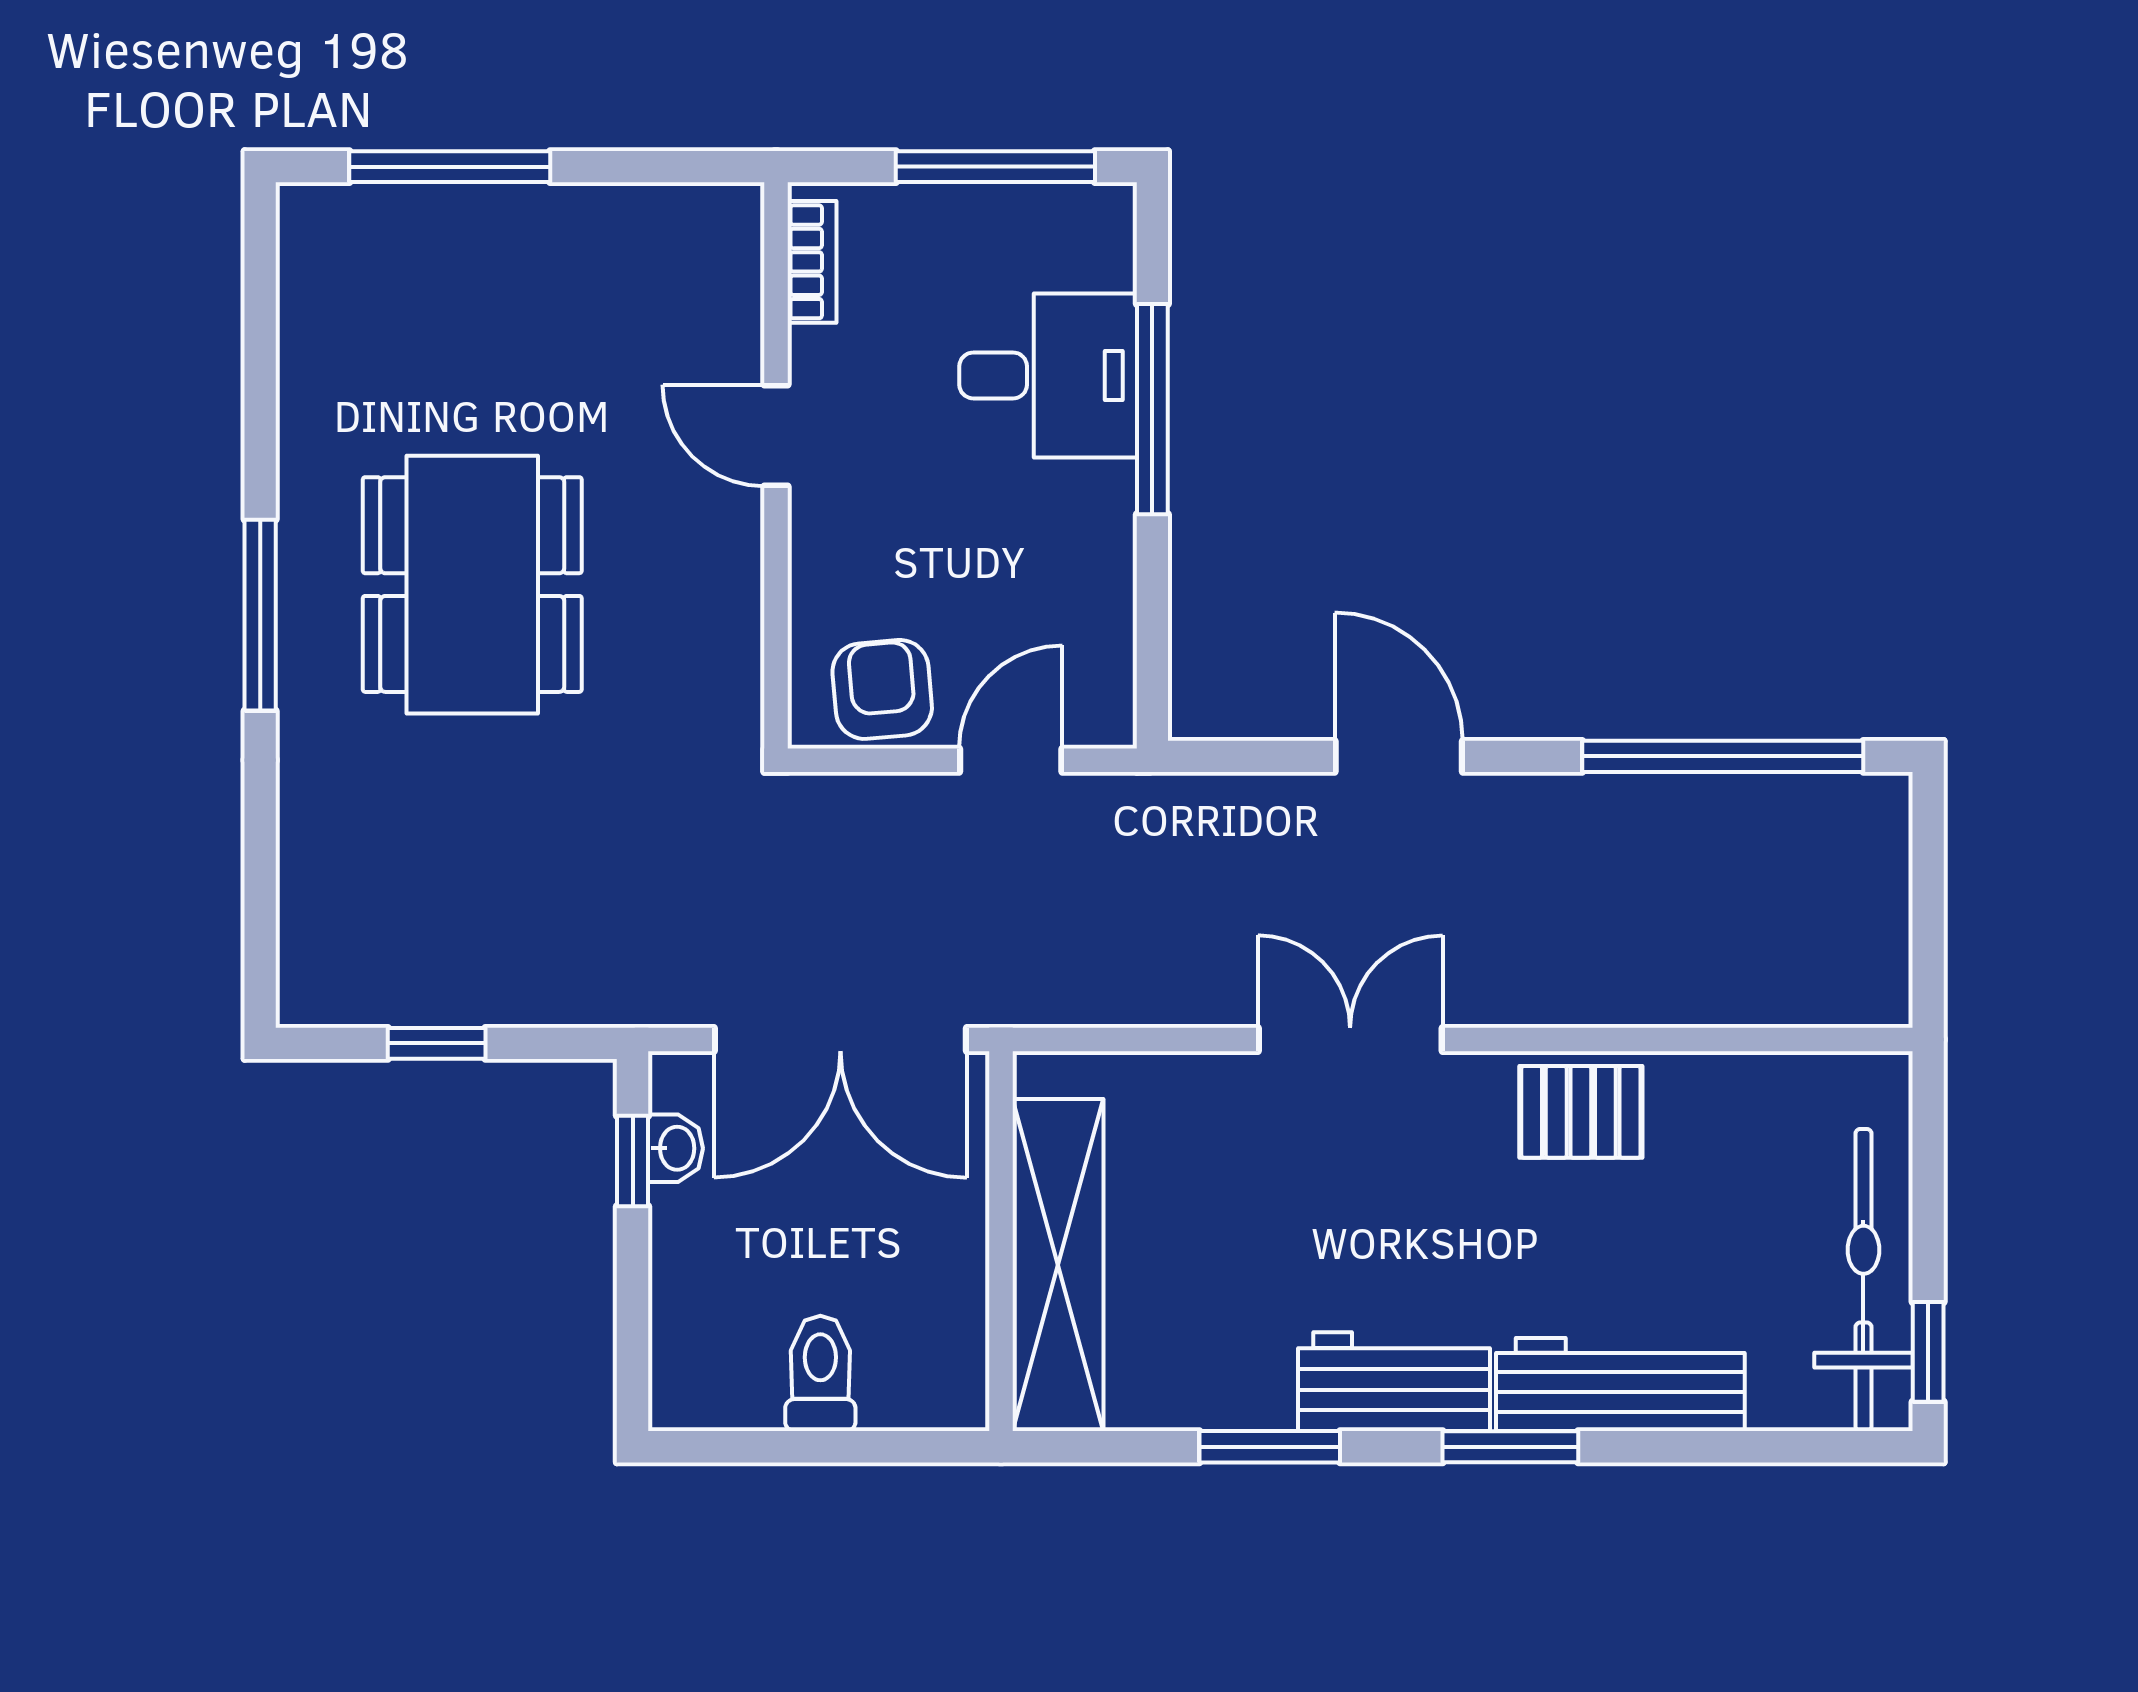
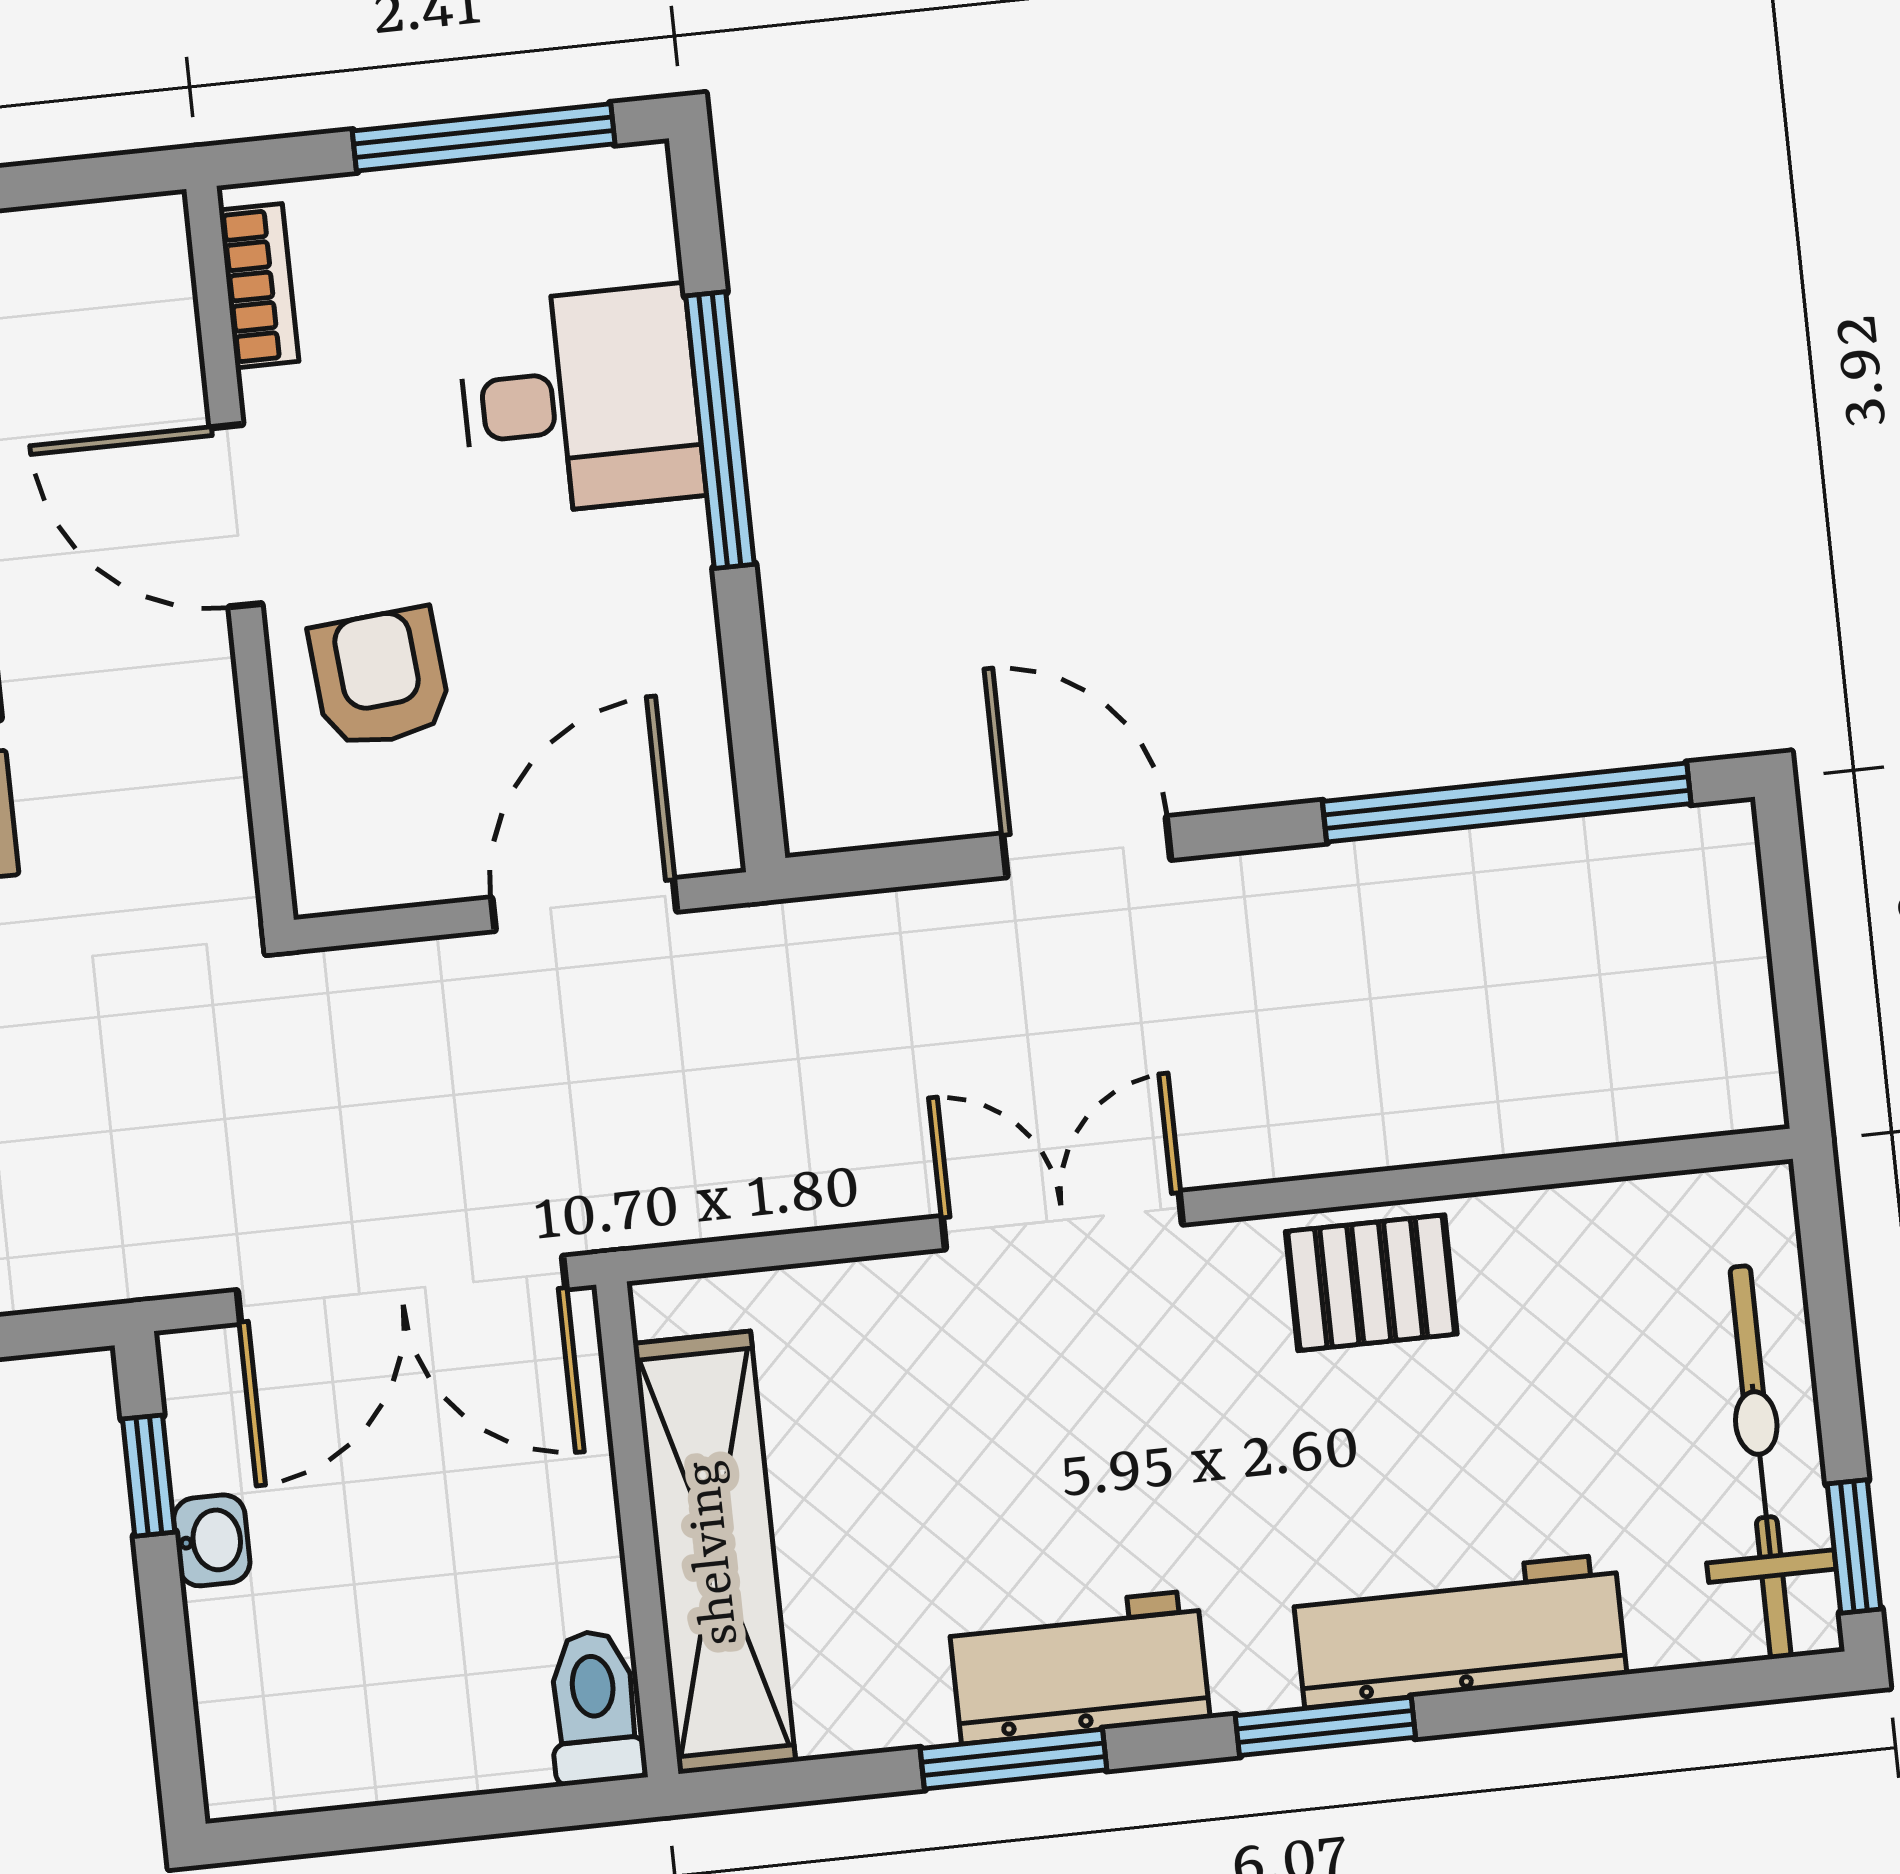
door: (776, 435) -> (236, 516), width x1.38
armchair: (882, 689) -> (380, 678), moved
door: (1011, 760) -> (584, 905), width x1.38
washbasin: (675, 1148) -> (212, 1540), moved
toilet: (820, 1373) -> (595, 1707), moved
workbench: (1394, 1382) -> (1079, 1667), moved

